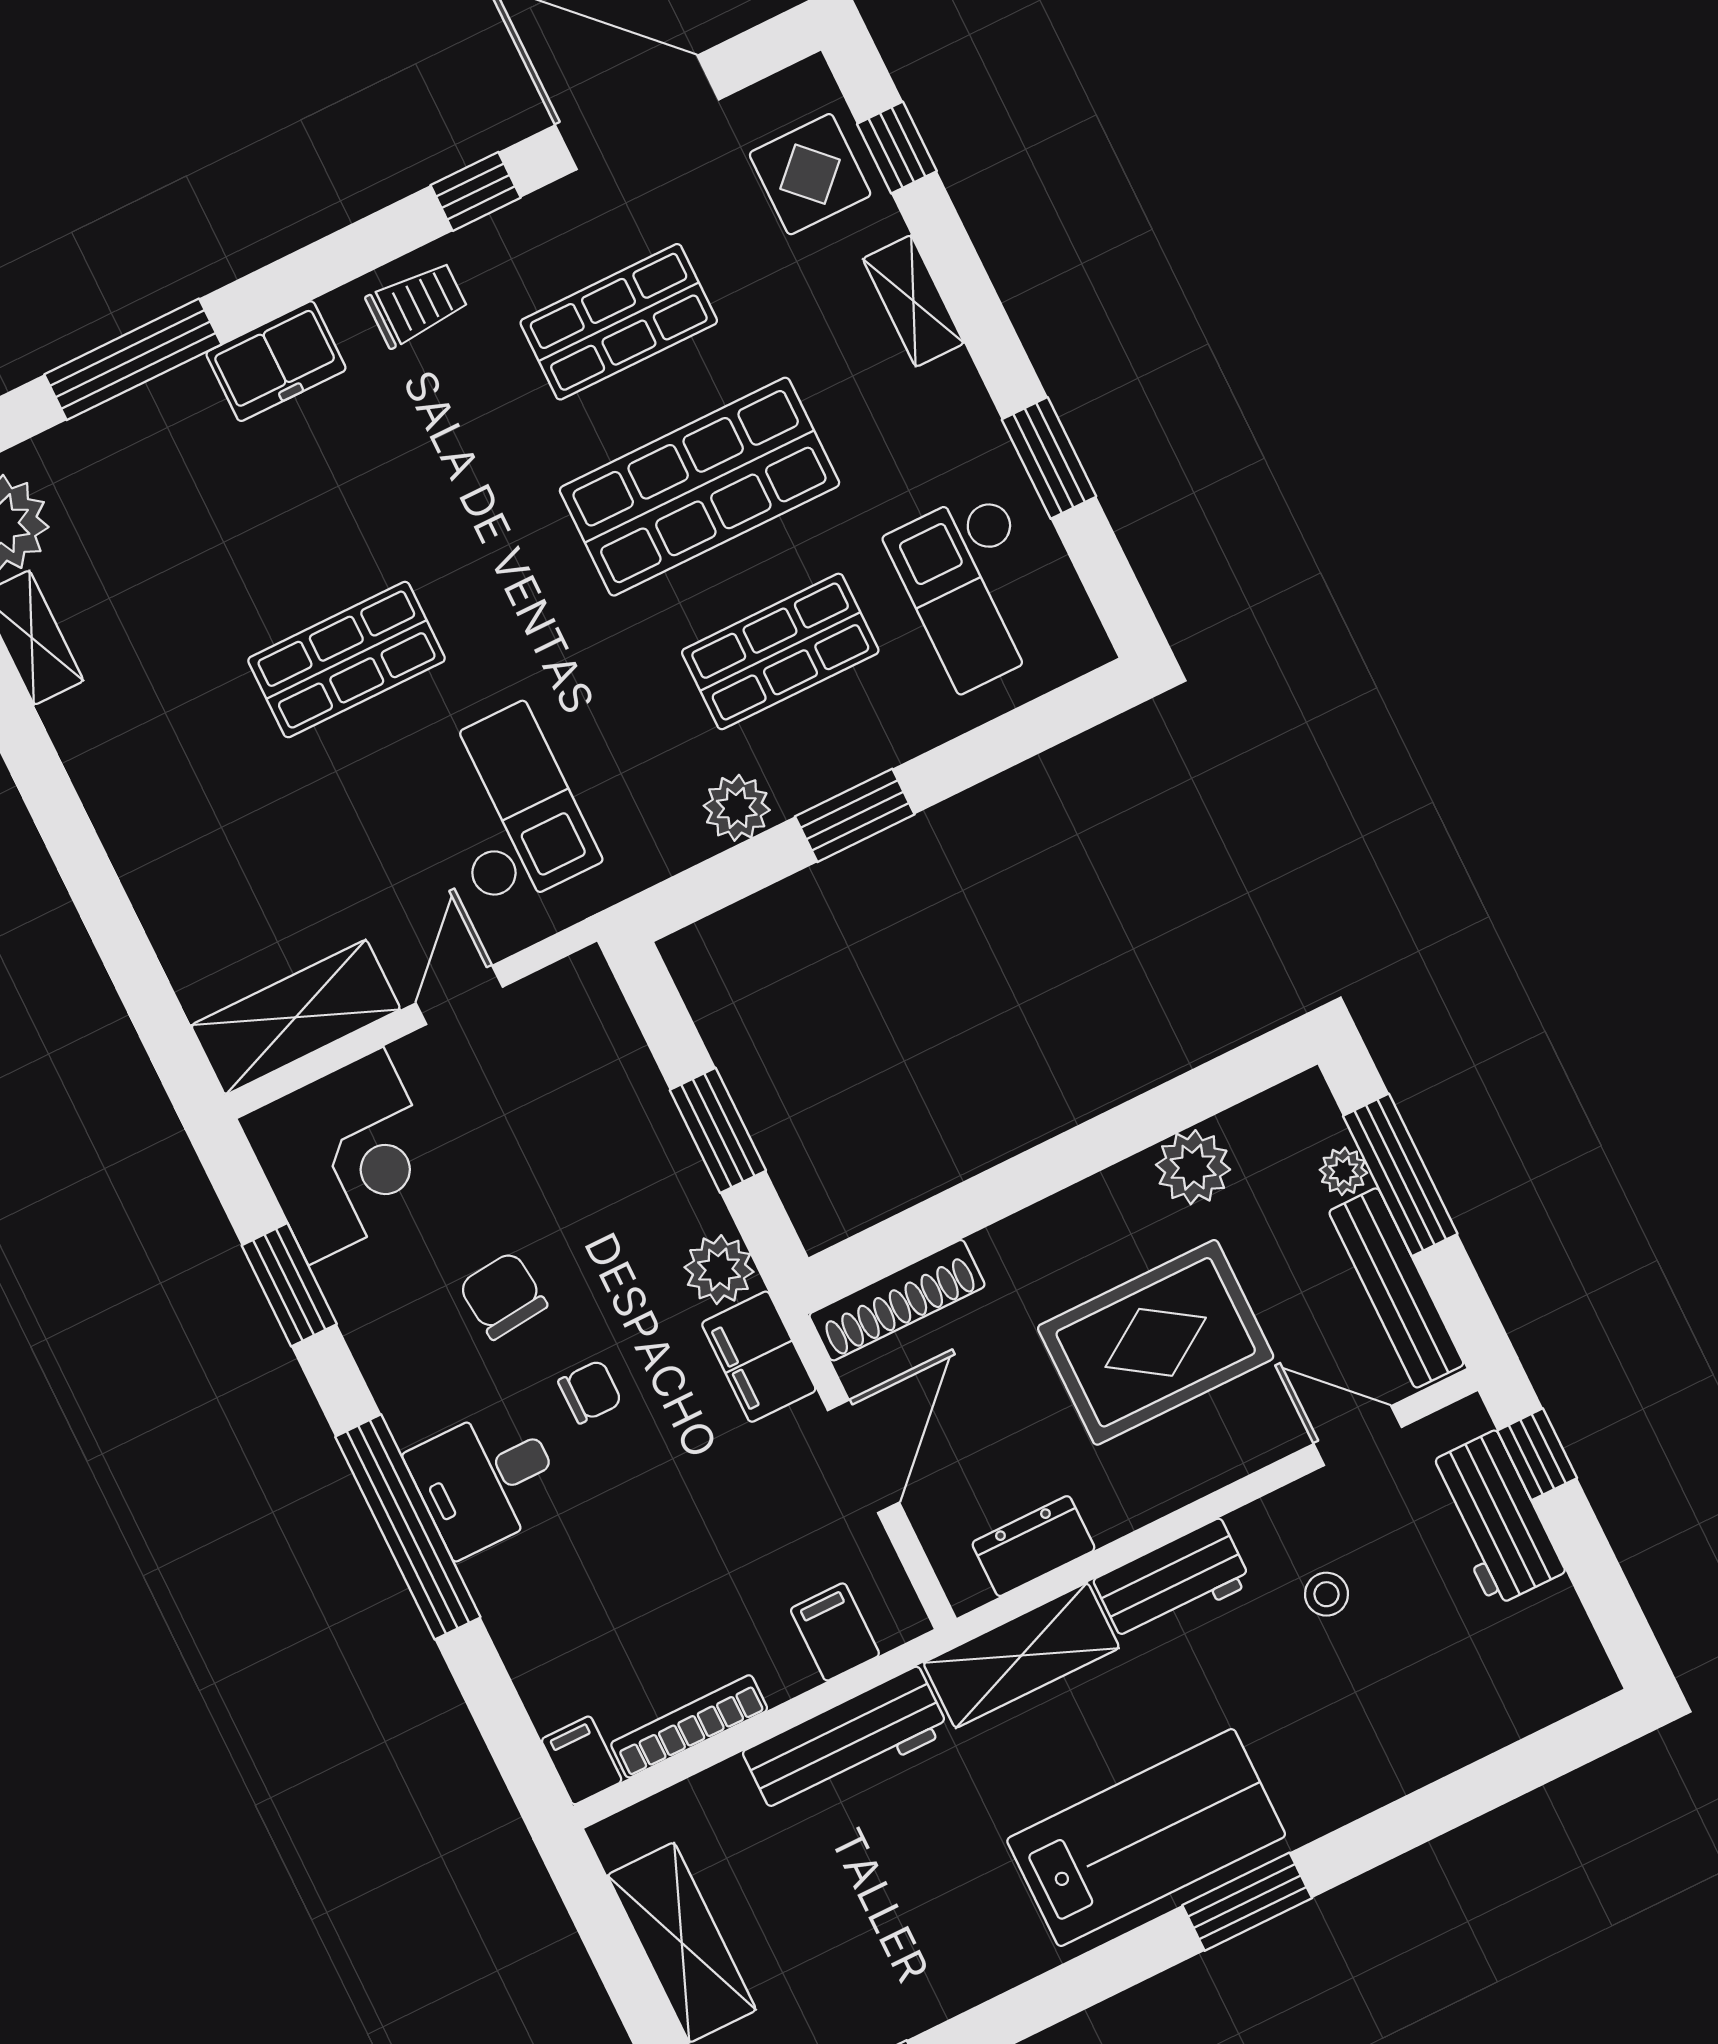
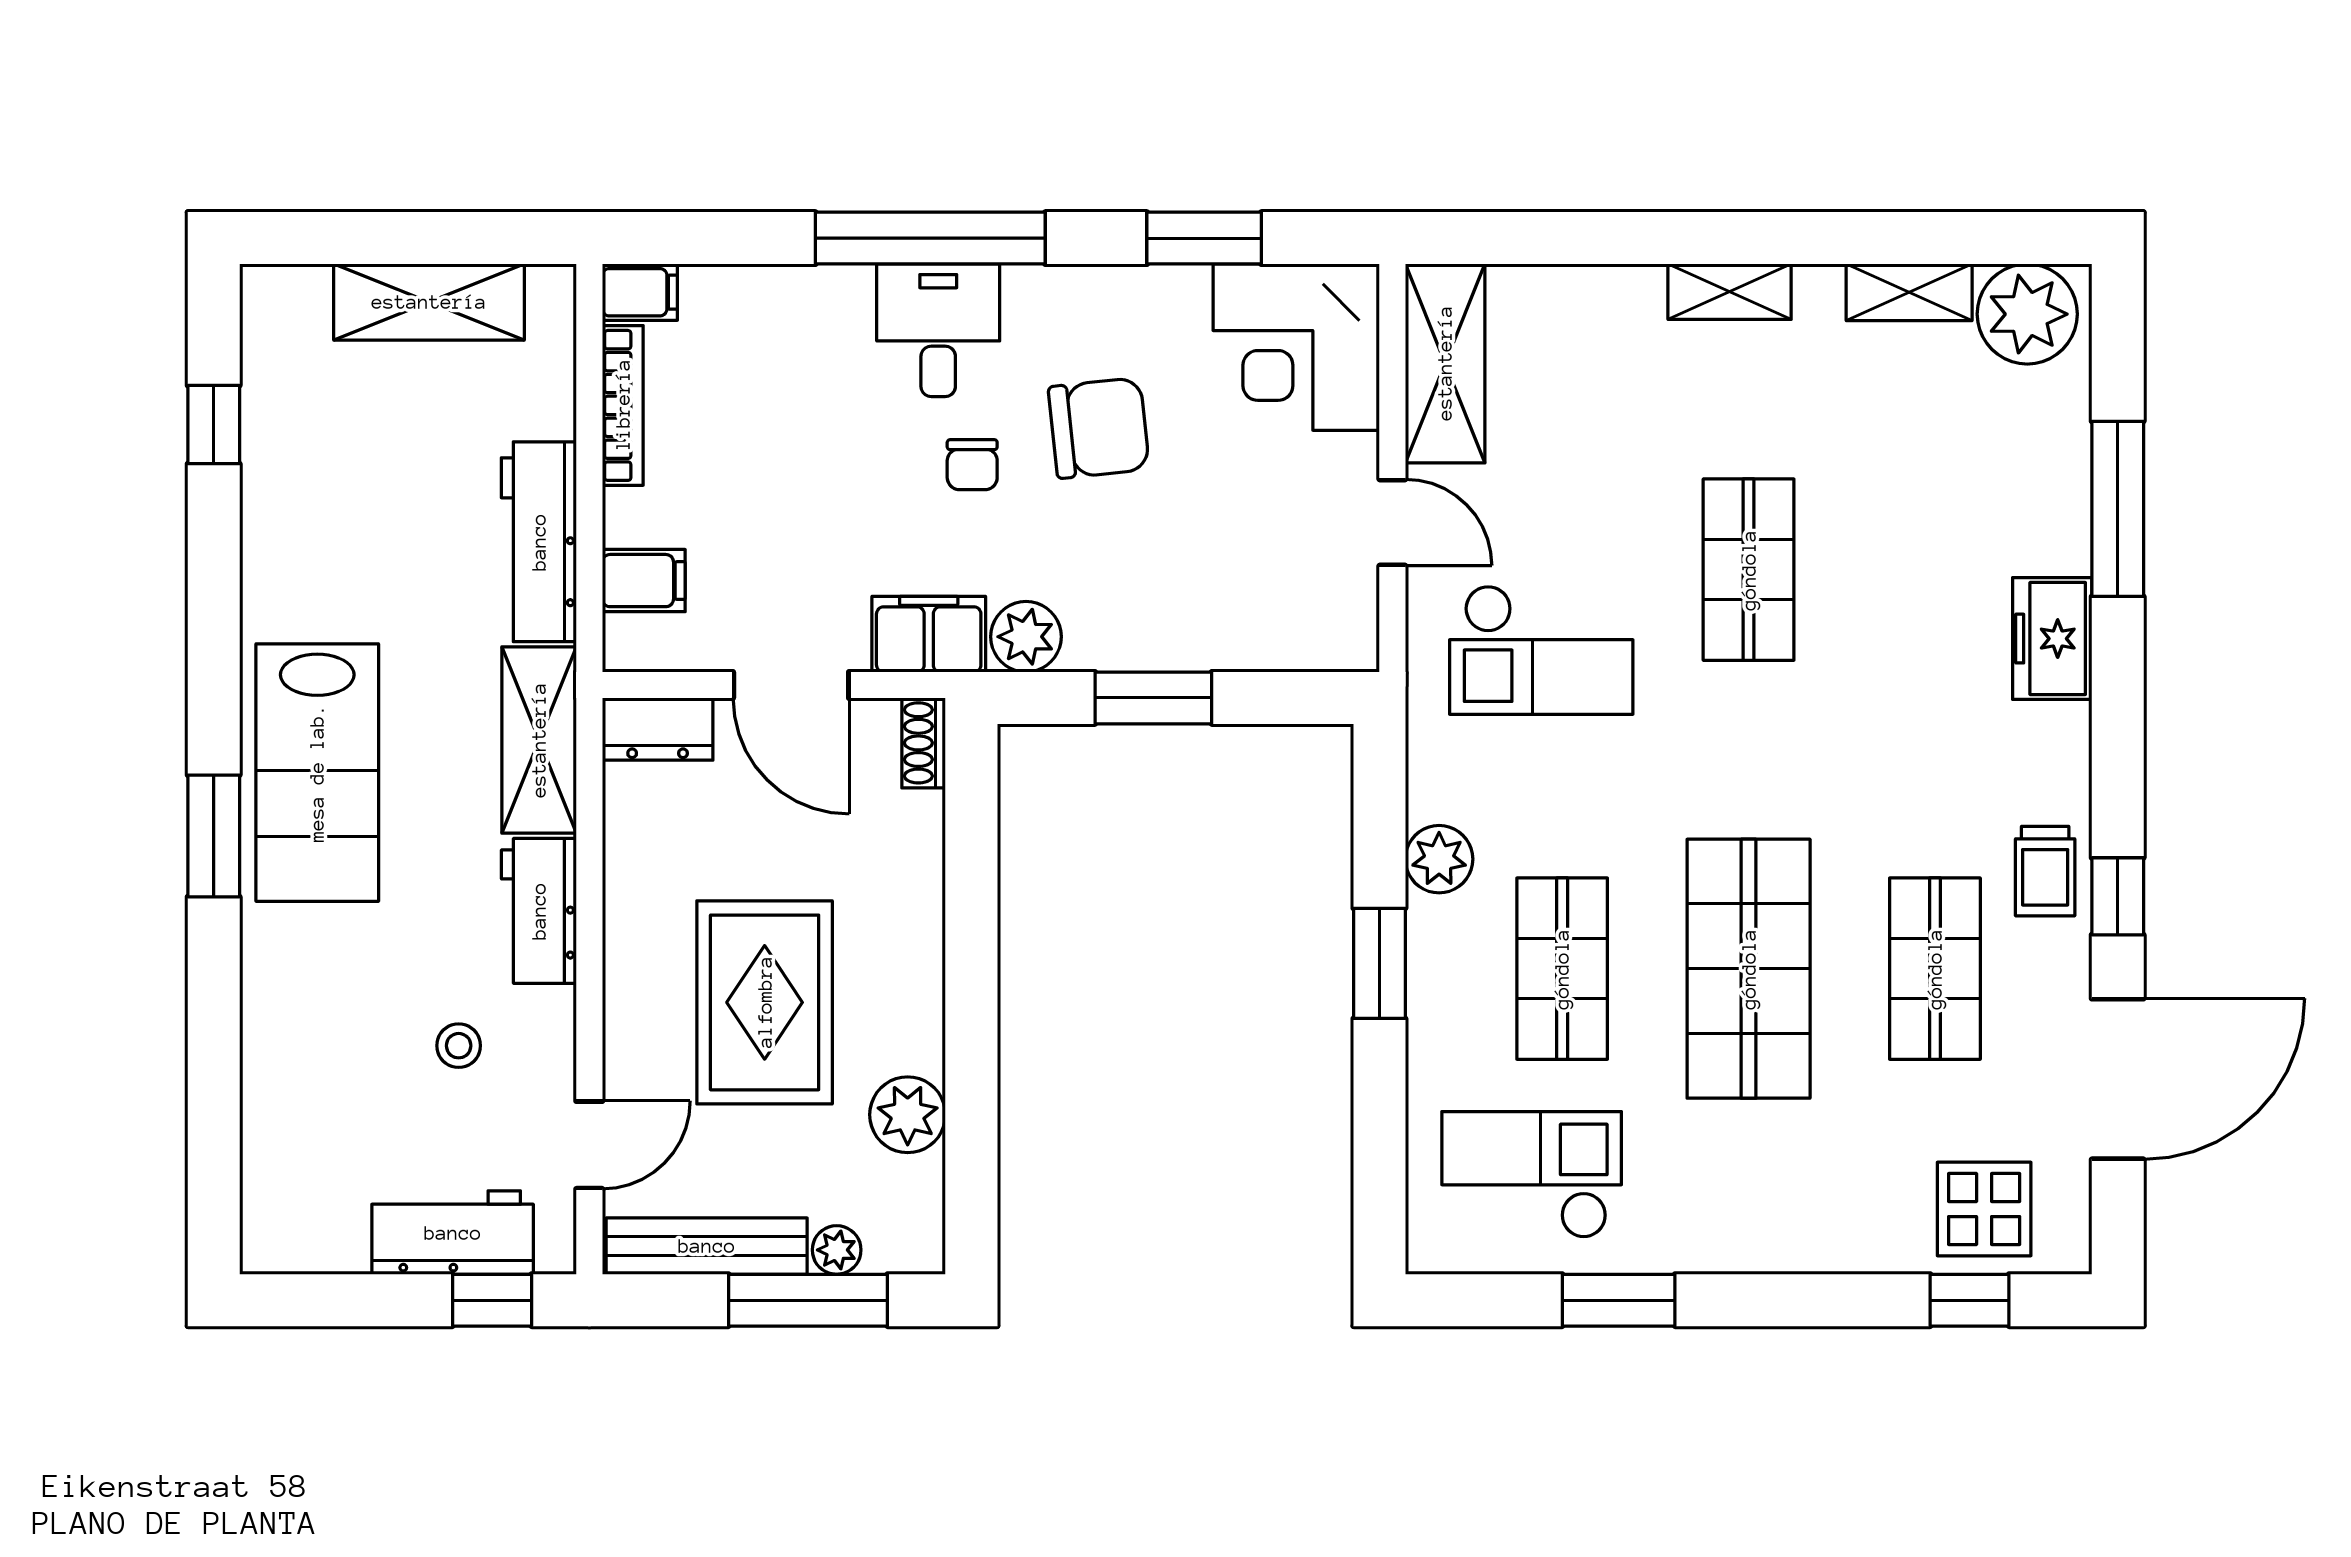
shelving: (913, 301) -> (1730, 292), moved
trolley: (417, 304) -> (2045, 871), moved
chair: (503, 1295) -> (1099, 428), width x1.37, depth x1.37
shoe rack: (897, 1300) -> (924, 743), width x0.51, depth x0.81
dresser: (1034, 1546) -> (658, 729), moved, turned 90

